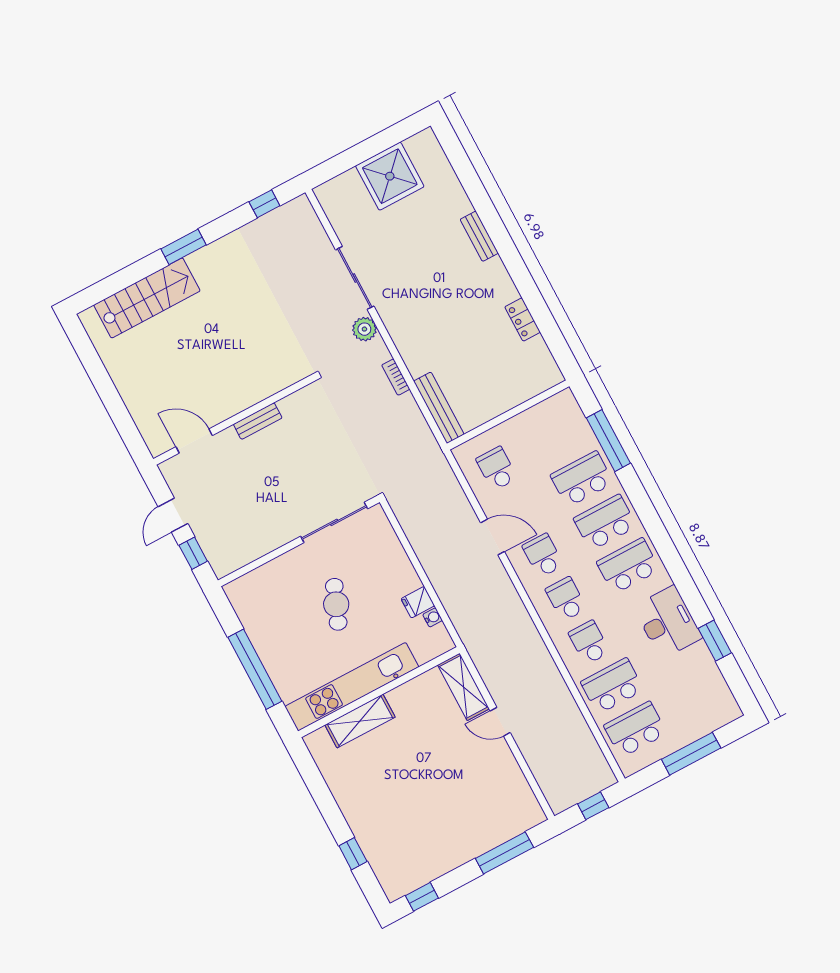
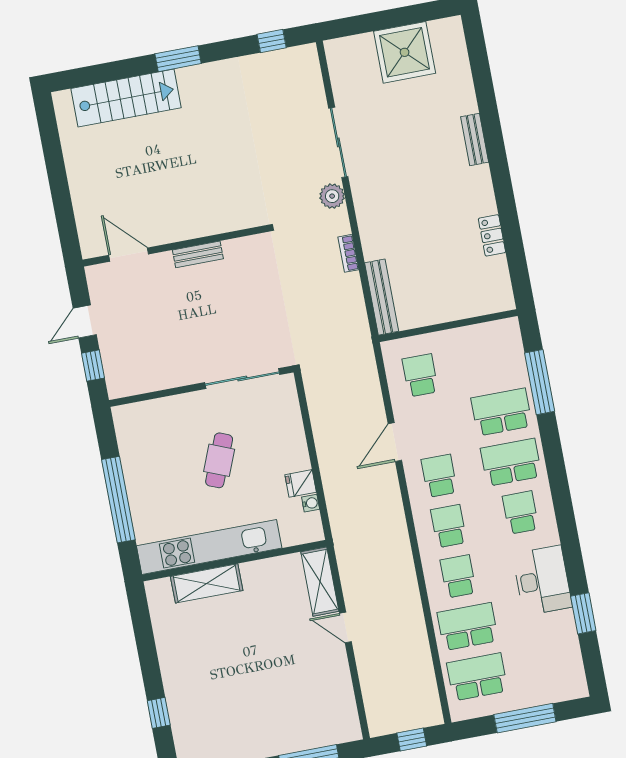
door: (493, 537) -> (395, 442), swing flipped
school desk: (628, 566) -> (521, 513), width x0.54

